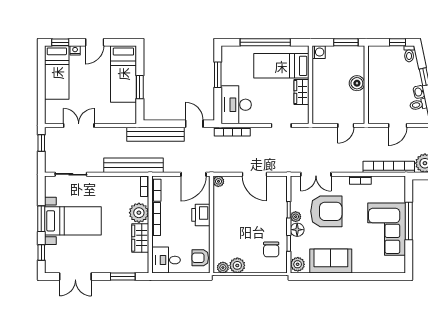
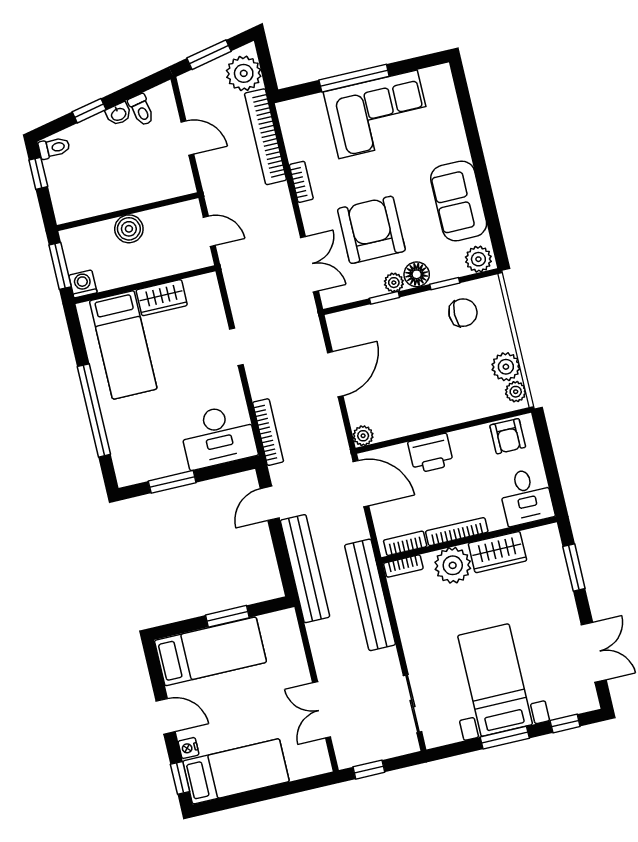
washing machine: (319, 52) -> (83, 284), moved
bed: (281, 66) -> (123, 345), moved
wall: (311, 85) -> (145, 285), moved
wardrobe: (302, 92) -> (162, 298), moved

